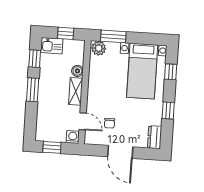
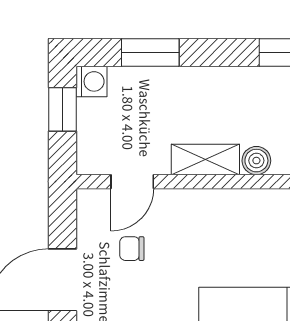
window: (33, 90) -> (150, 52), moved
washing machine: (73, 137) -> (92, 81), moved

